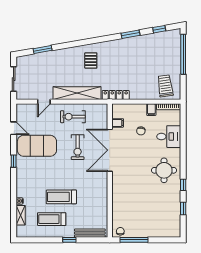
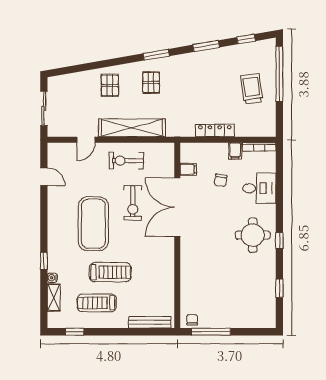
window: (43, 50) -> (156, 55), moved
pallet: (61, 62) -> (110, 85), added
trolley: (165, 86) -> (252, 89), moved
locker: (116, 95) -> (215, 131), moved
exercise mat: (37, 146) -> (93, 224), moved, turned 90
window: (14, 161) -> (44, 261), moved
window: (183, 185) -> (279, 241), moved
treadmill: (61, 197) -> (110, 272), turned 180
window: (69, 240) -> (75, 332), moved

